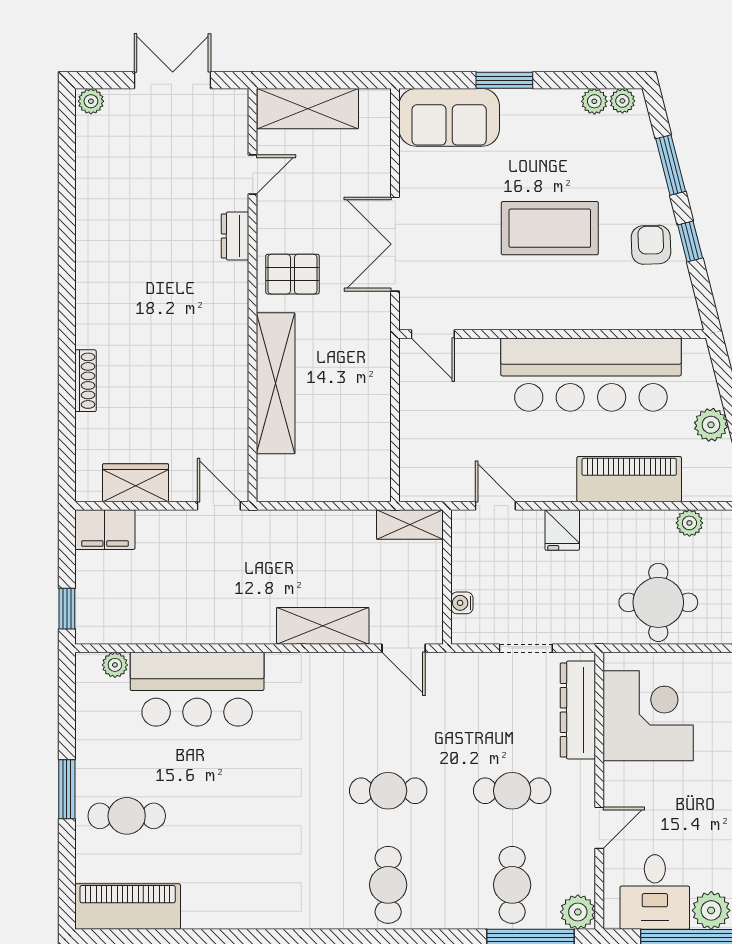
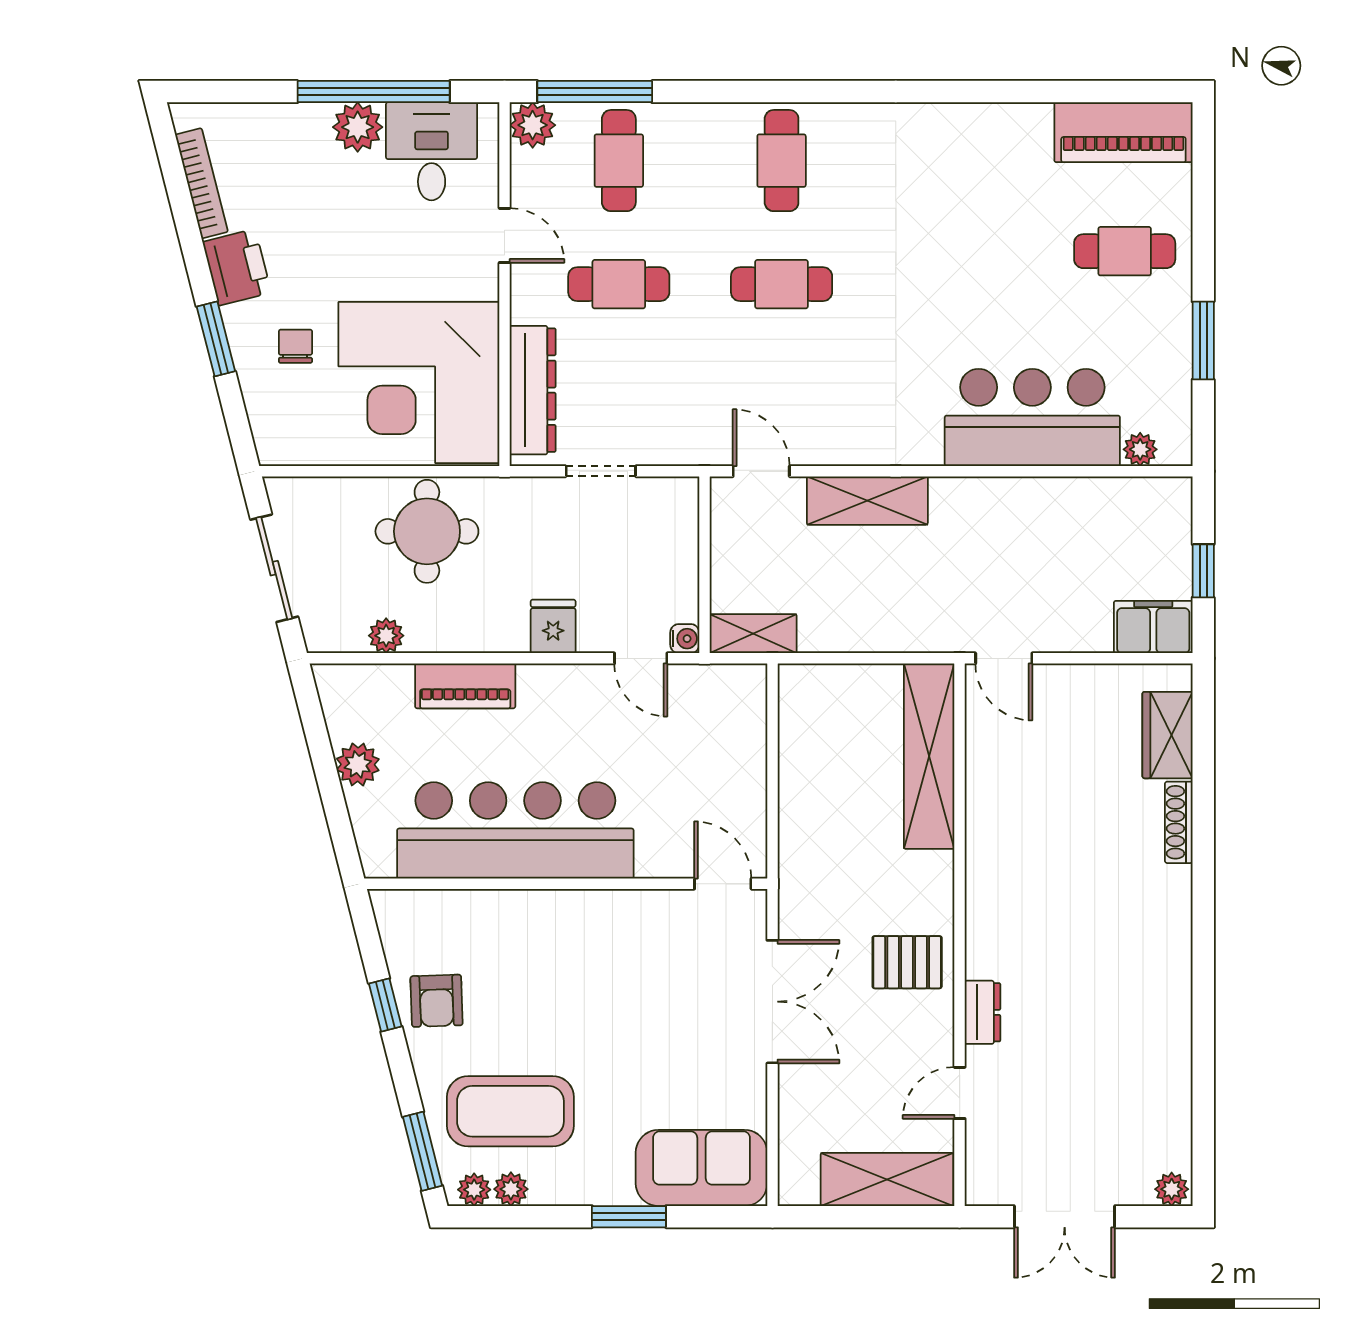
window: (671, 165) -> (422, 1151), moved
coffee table: (550, 228) -> (510, 1111), moved
shelving: (276, 383) -> (929, 756), moved
piano: (629, 479) -> (465, 686), width x0.73, depth x0.75
wardrobe: (136, 483) -> (1167, 735), moved, turned 90
water cooler: (462, 603) -> (685, 639), moved
window: (67, 609) -> (1203, 571), moved
corner desk: (648, 716) -> (419, 382), width x1.36, depth x1.36
window: (67, 789) -> (1203, 341), moved
door: (599, 828) -> (505, 235), swing flipped

